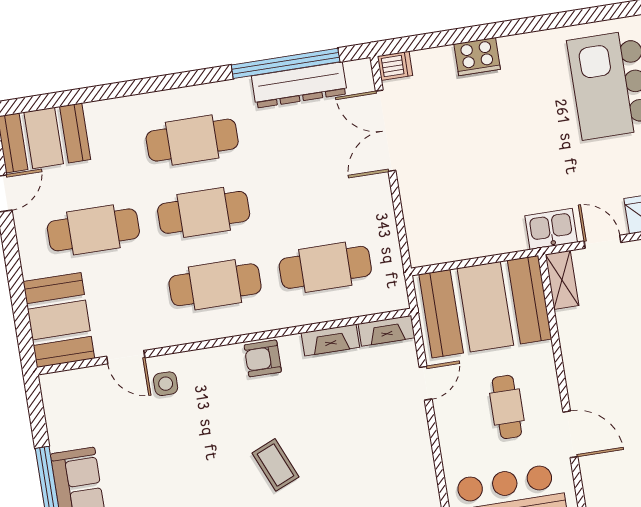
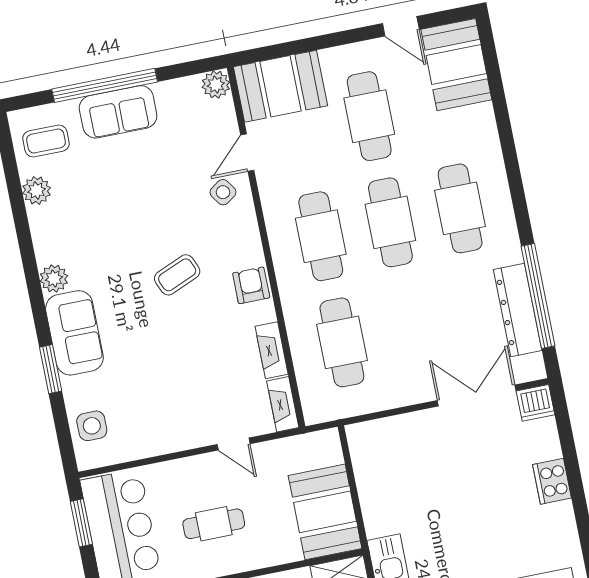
dishwasher: (395, 66) -> (535, 403), width x1.38
booth: (485, 307) -> (325, 512), width x0.73, depth x0.70
side table: (166, 384) -> (223, 192), turned -35
plant: (54, 387) -> (216, 85), added
coffee table: (275, 465) -> (177, 275), moved

